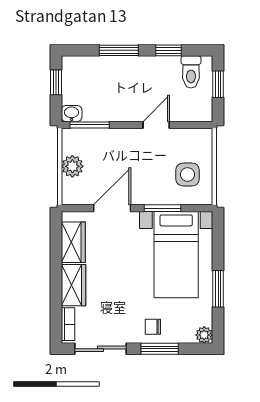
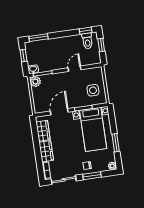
window: (119, 50) -> (38, 38), moved
window: (169, 50) -> (86, 31), moved
plant: (72, 166) -> (35, 81), moved

